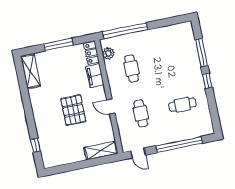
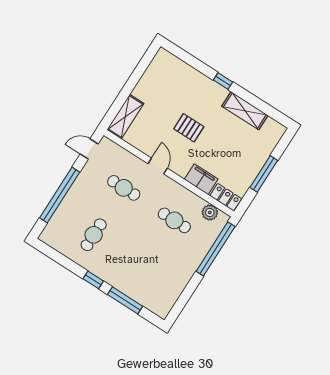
shelving: (30, 71) -> (245, 111), moved
door: (111, 107) -> (158, 166), hinge flipped
pallet: (73, 110) -> (189, 128), width x0.67, depth x0.71
window: (35, 145) -> (223, 81), moved

